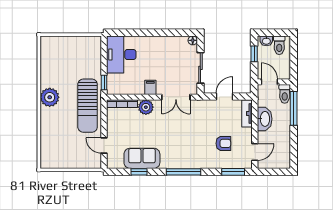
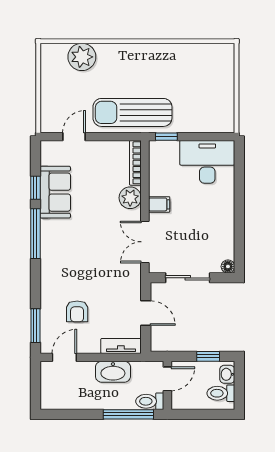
plant: (50, 97) -> (82, 57), moved
door: (255, 152) -> (64, 357), swing flipped
window: (183, 172) -> (35, 234), moved

